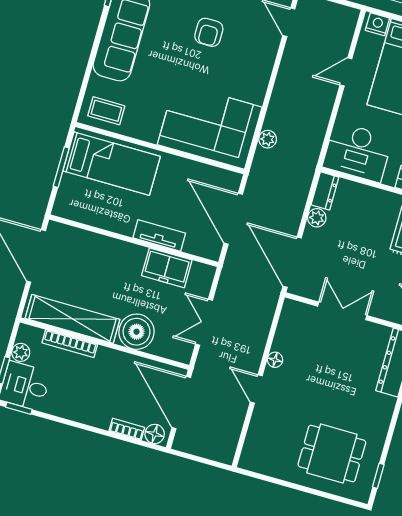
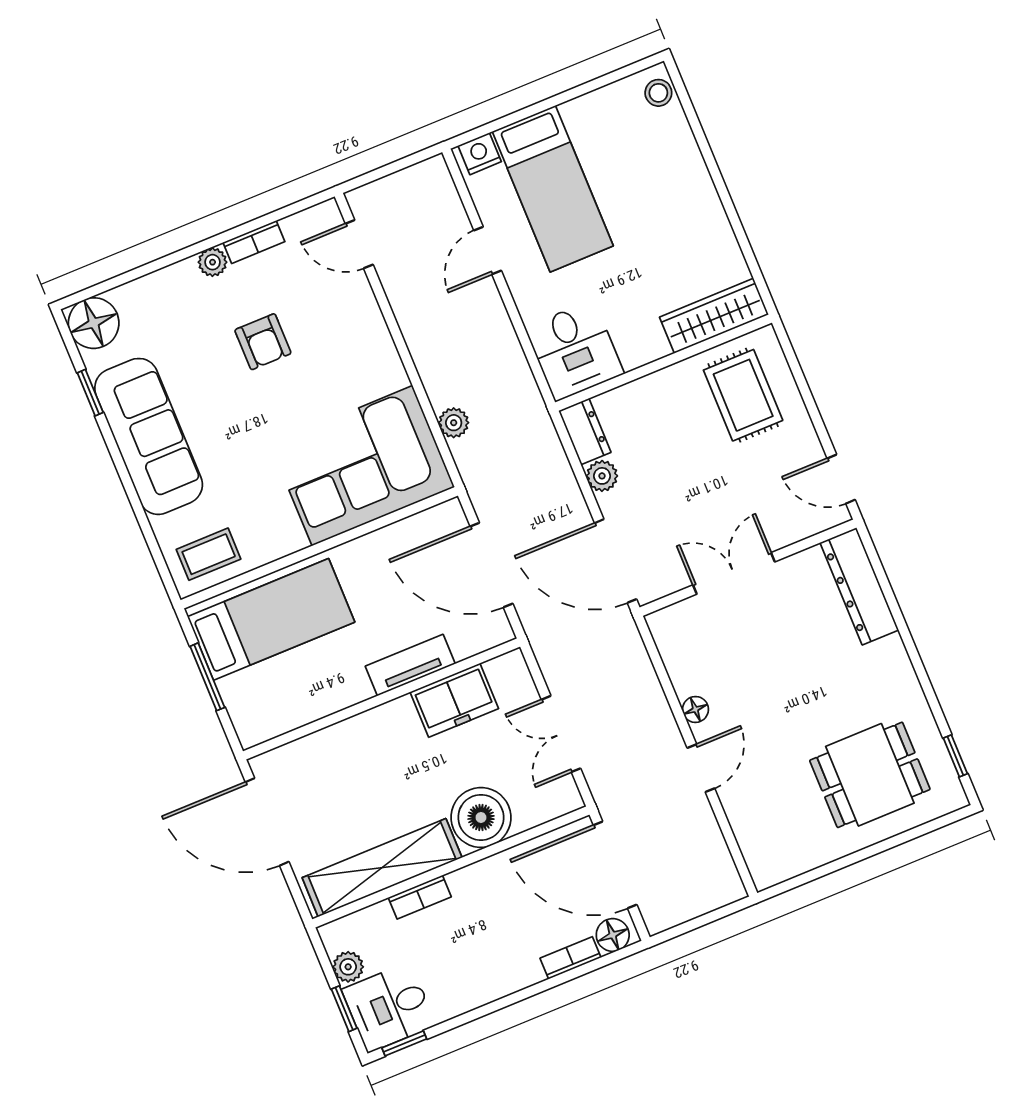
desk: (358, 152) -> (574, 351), width x0.73
bookcase: (70, 344) -> (420, 897), width x0.64
door: (256, 389) -> (701, 768), swing flipped

